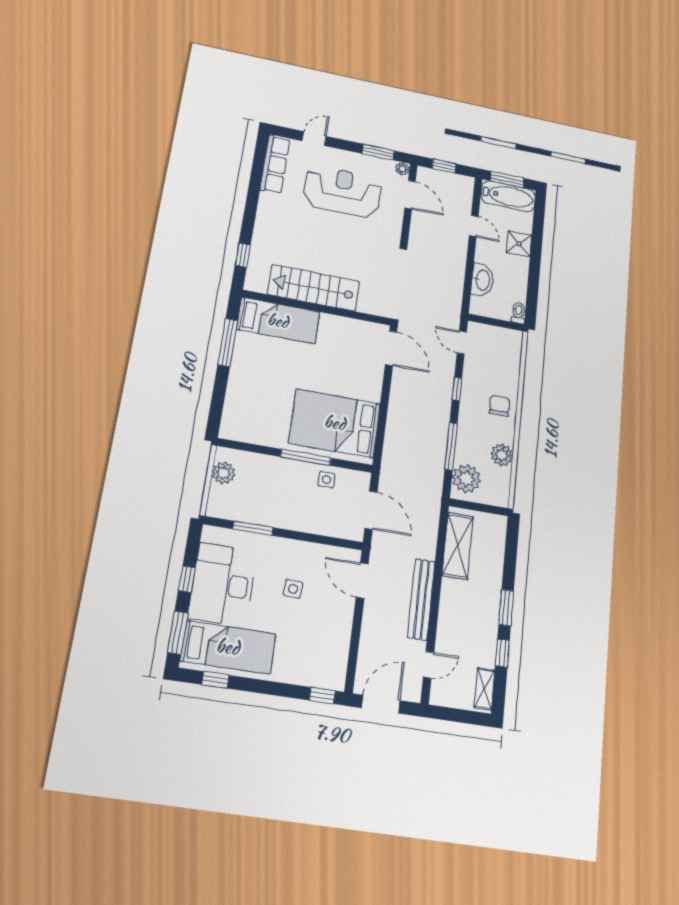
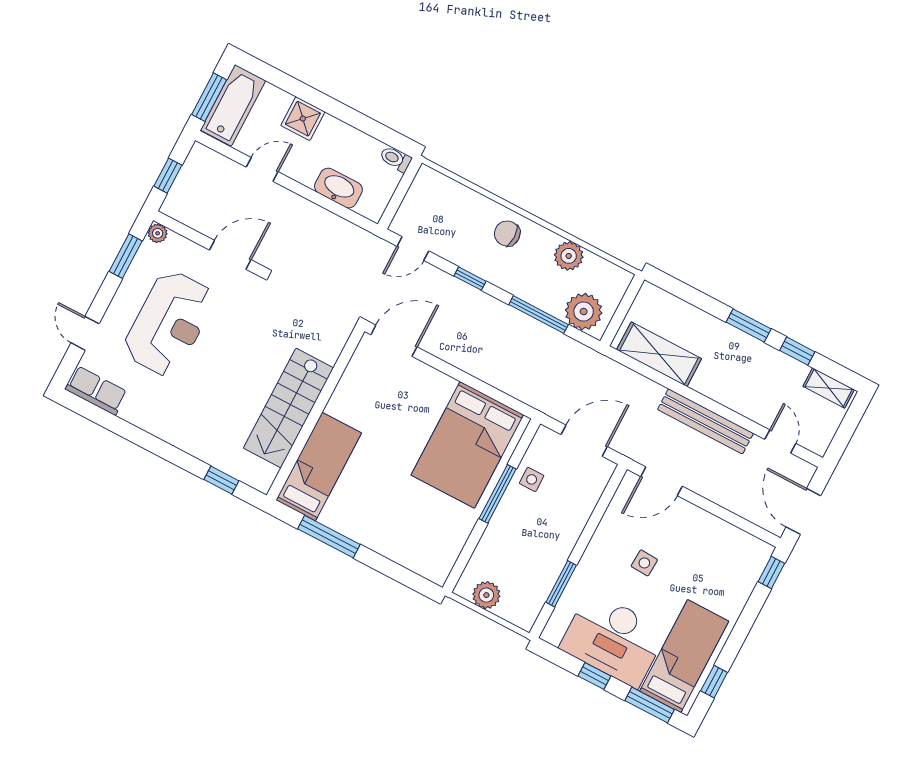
row of seats: (275, 164) -> (96, 391), width x0.68
reception desk: (343, 192) -> (169, 323), turned 180
door: (410, 195) -> (230, 255), moved

